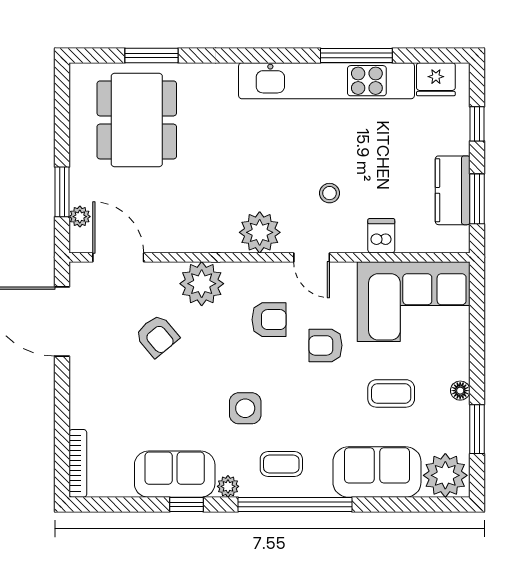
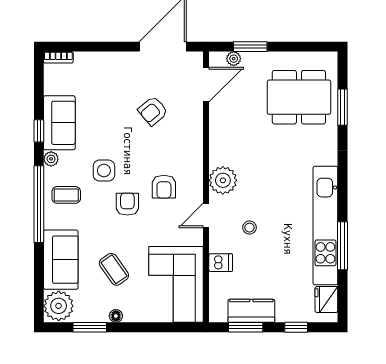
plant: (202, 284) -> (188, 141), removed
armchair: (325, 345) -> (127, 204), moved
coffee table: (391, 393) -> (114, 269), turned -35
bookcase: (78, 463) -> (58, 57), width x0.64
coffee table: (281, 464) -> (66, 195), turned 90

